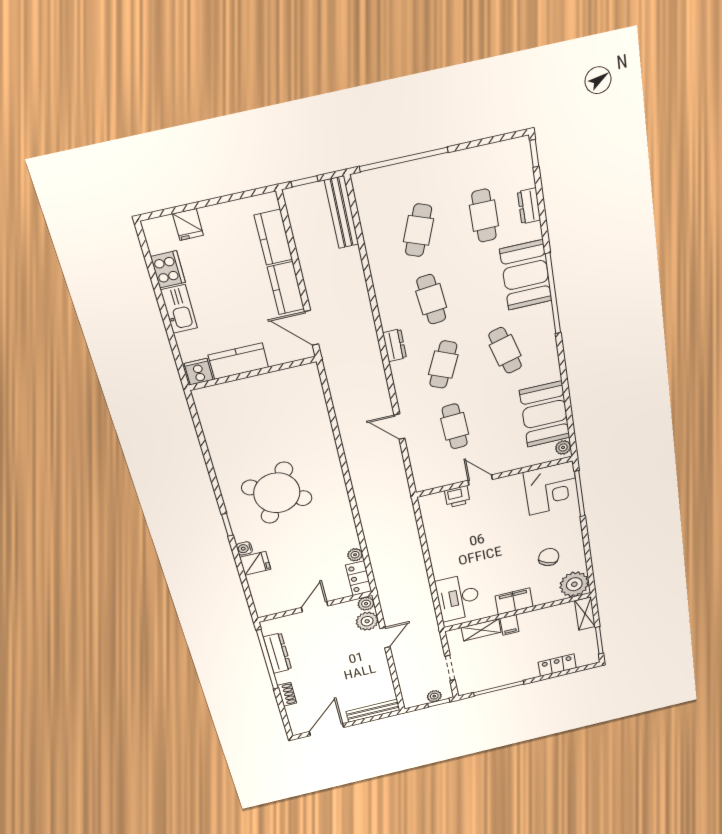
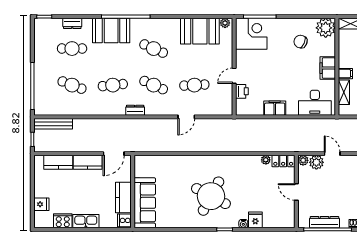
cafe table: (505, 350) -> (154, 49), turned 39
sofa: (238, 397) -> (145, 203), added
filing cabinet: (439, 548) -> (275, 108), added

